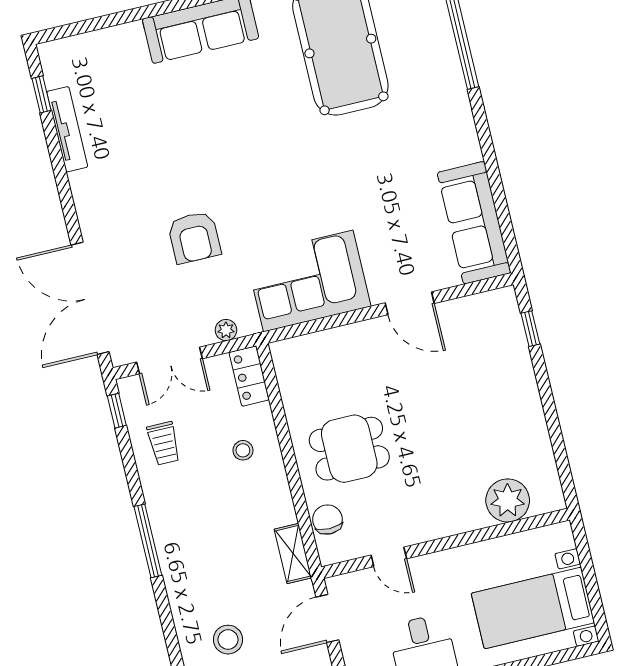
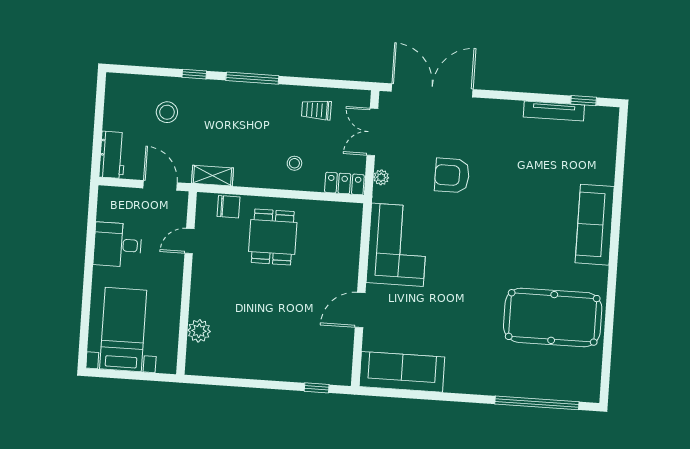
window: (117, 411) -> (194, 74), moved
plant: (508, 500) -> (199, 331), width x0.73, depth x0.73

